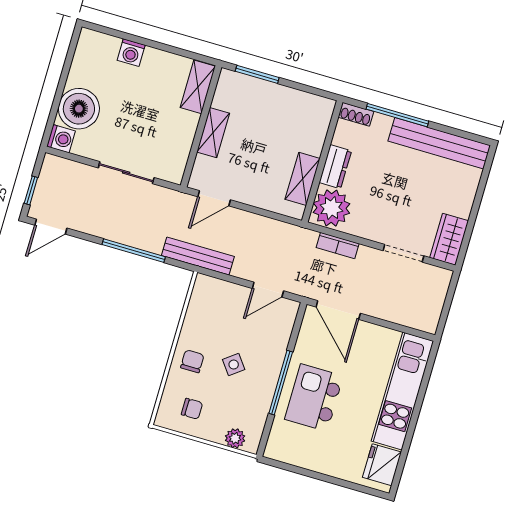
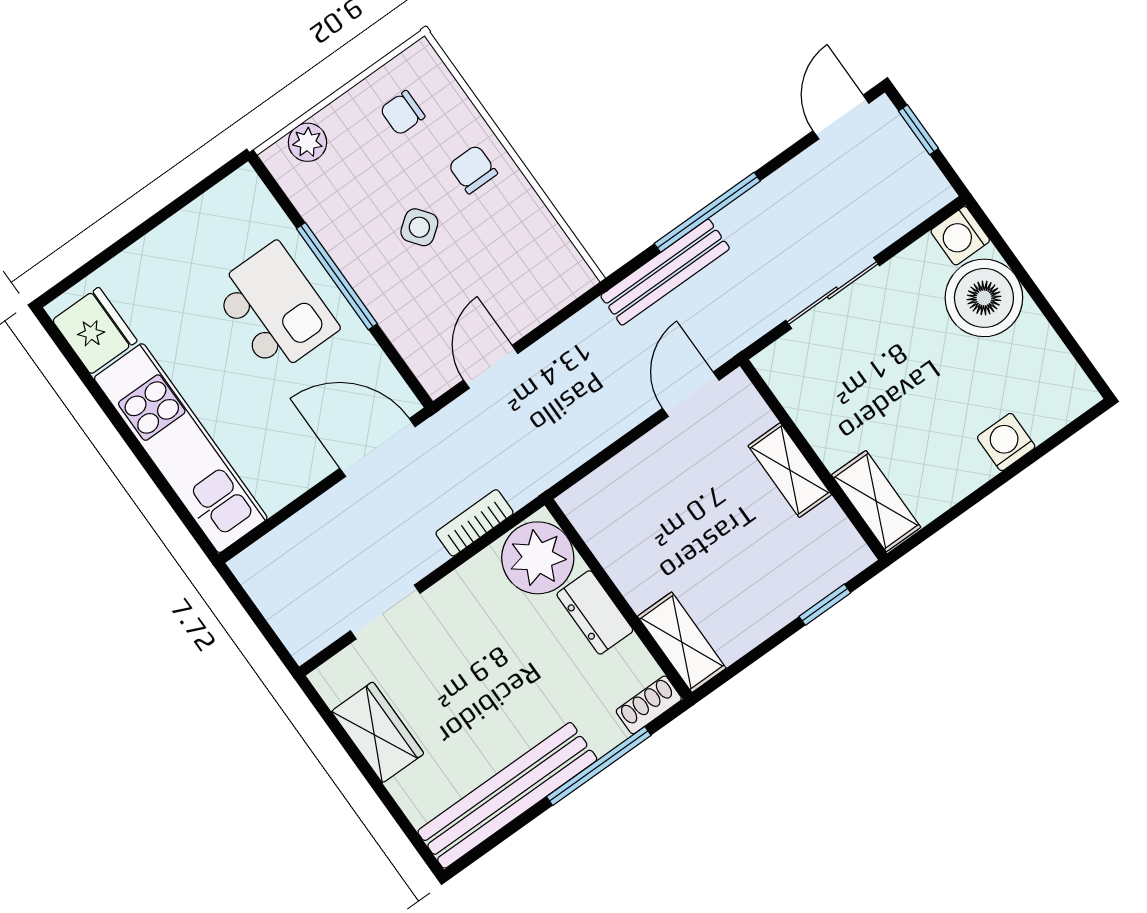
window: (257, 74) -> (825, 605), width x0.67
shelving: (303, 179) -> (682, 642), moved
wardrobe: (449, 239) -> (378, 732), moved
bench: (198, 256) -> (665, 272), moved
chair: (192, 361) -> (473, 169), turned 180

